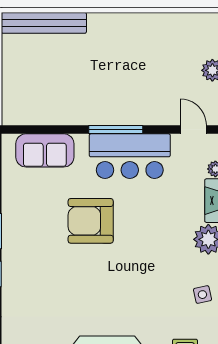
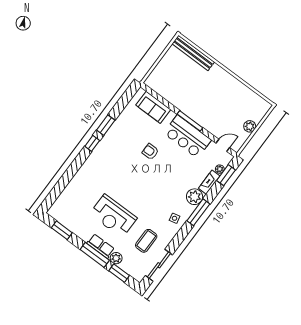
door: (193, 130) -> (223, 145), hinge flipped
armchair: (91, 221) -> (150, 152), width x0.53, depth x0.53

